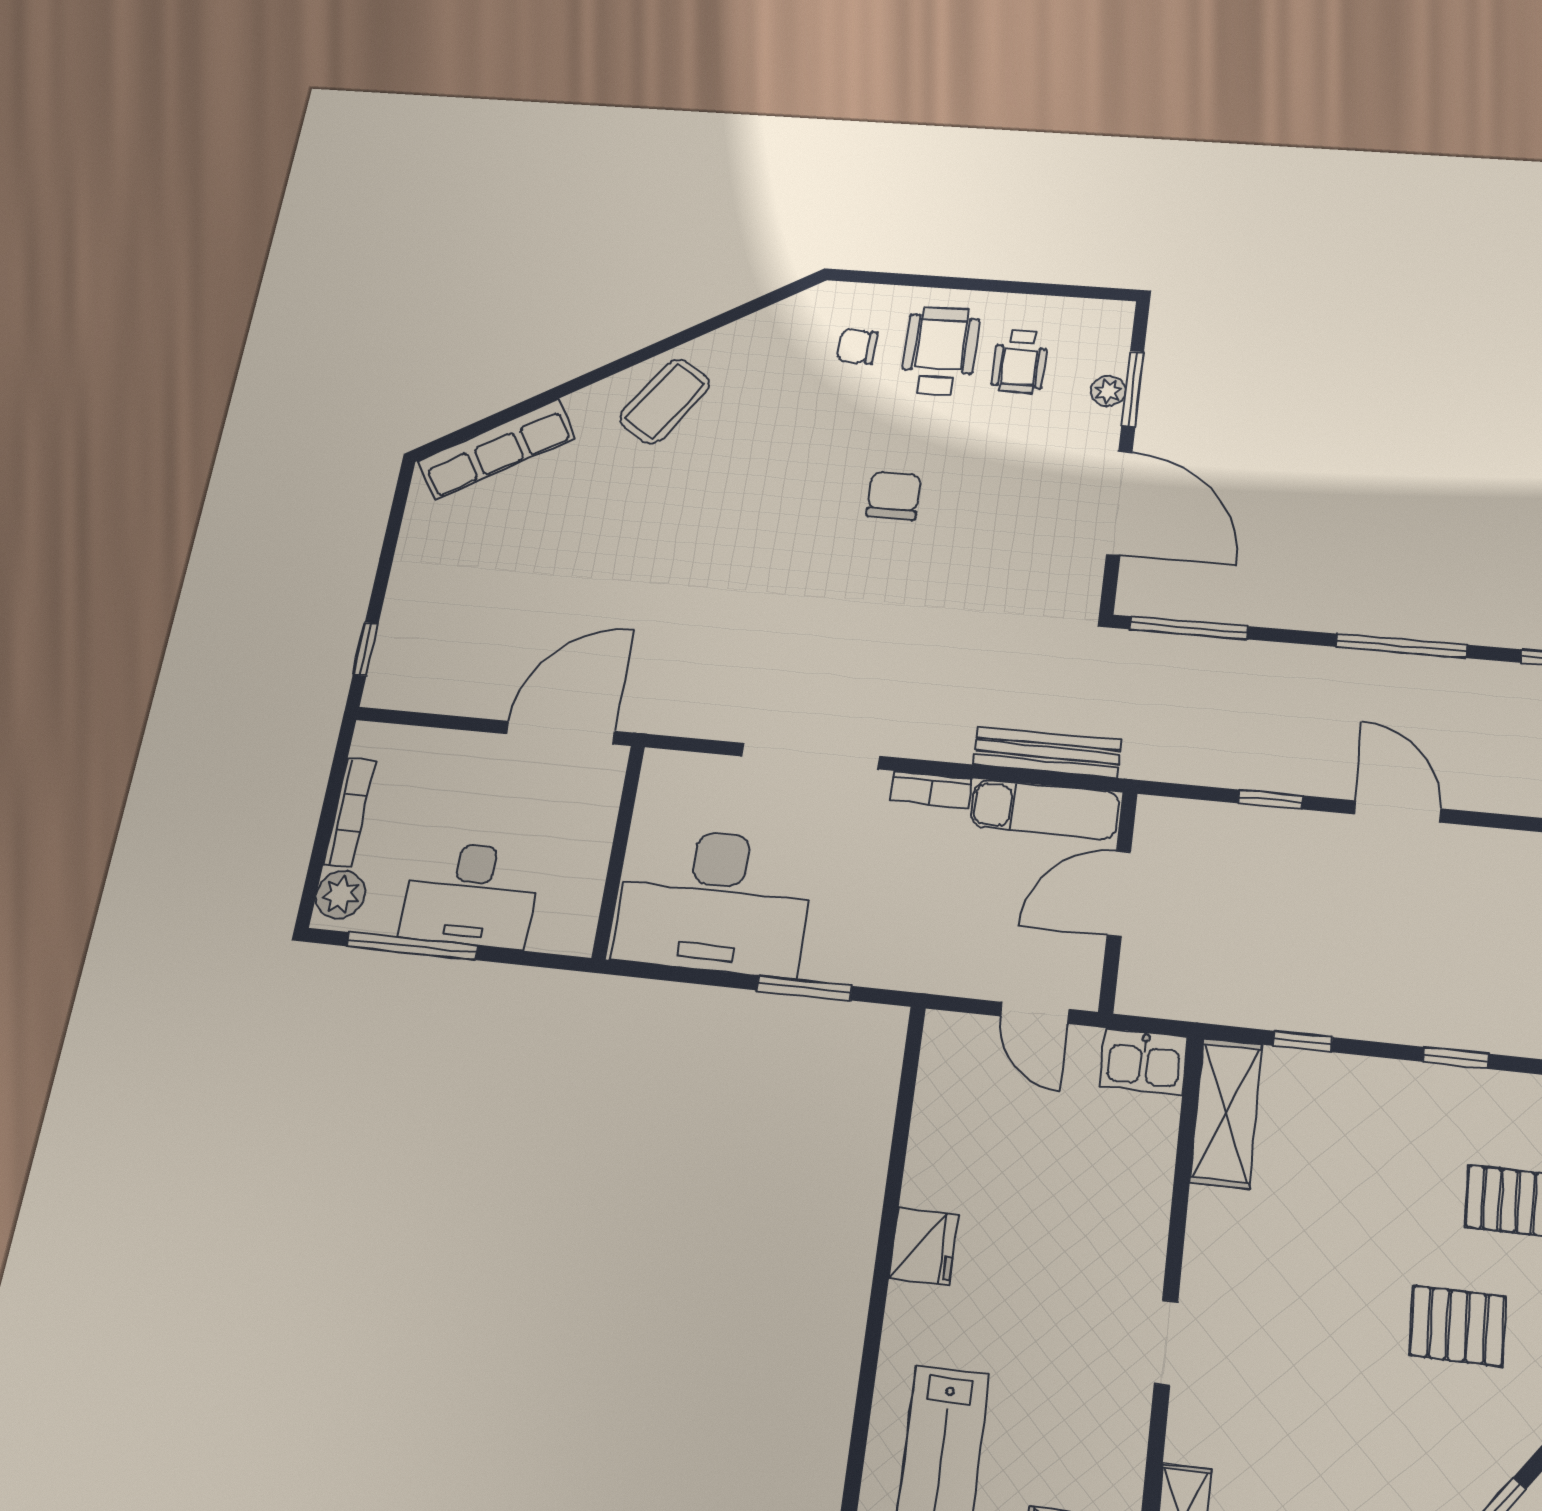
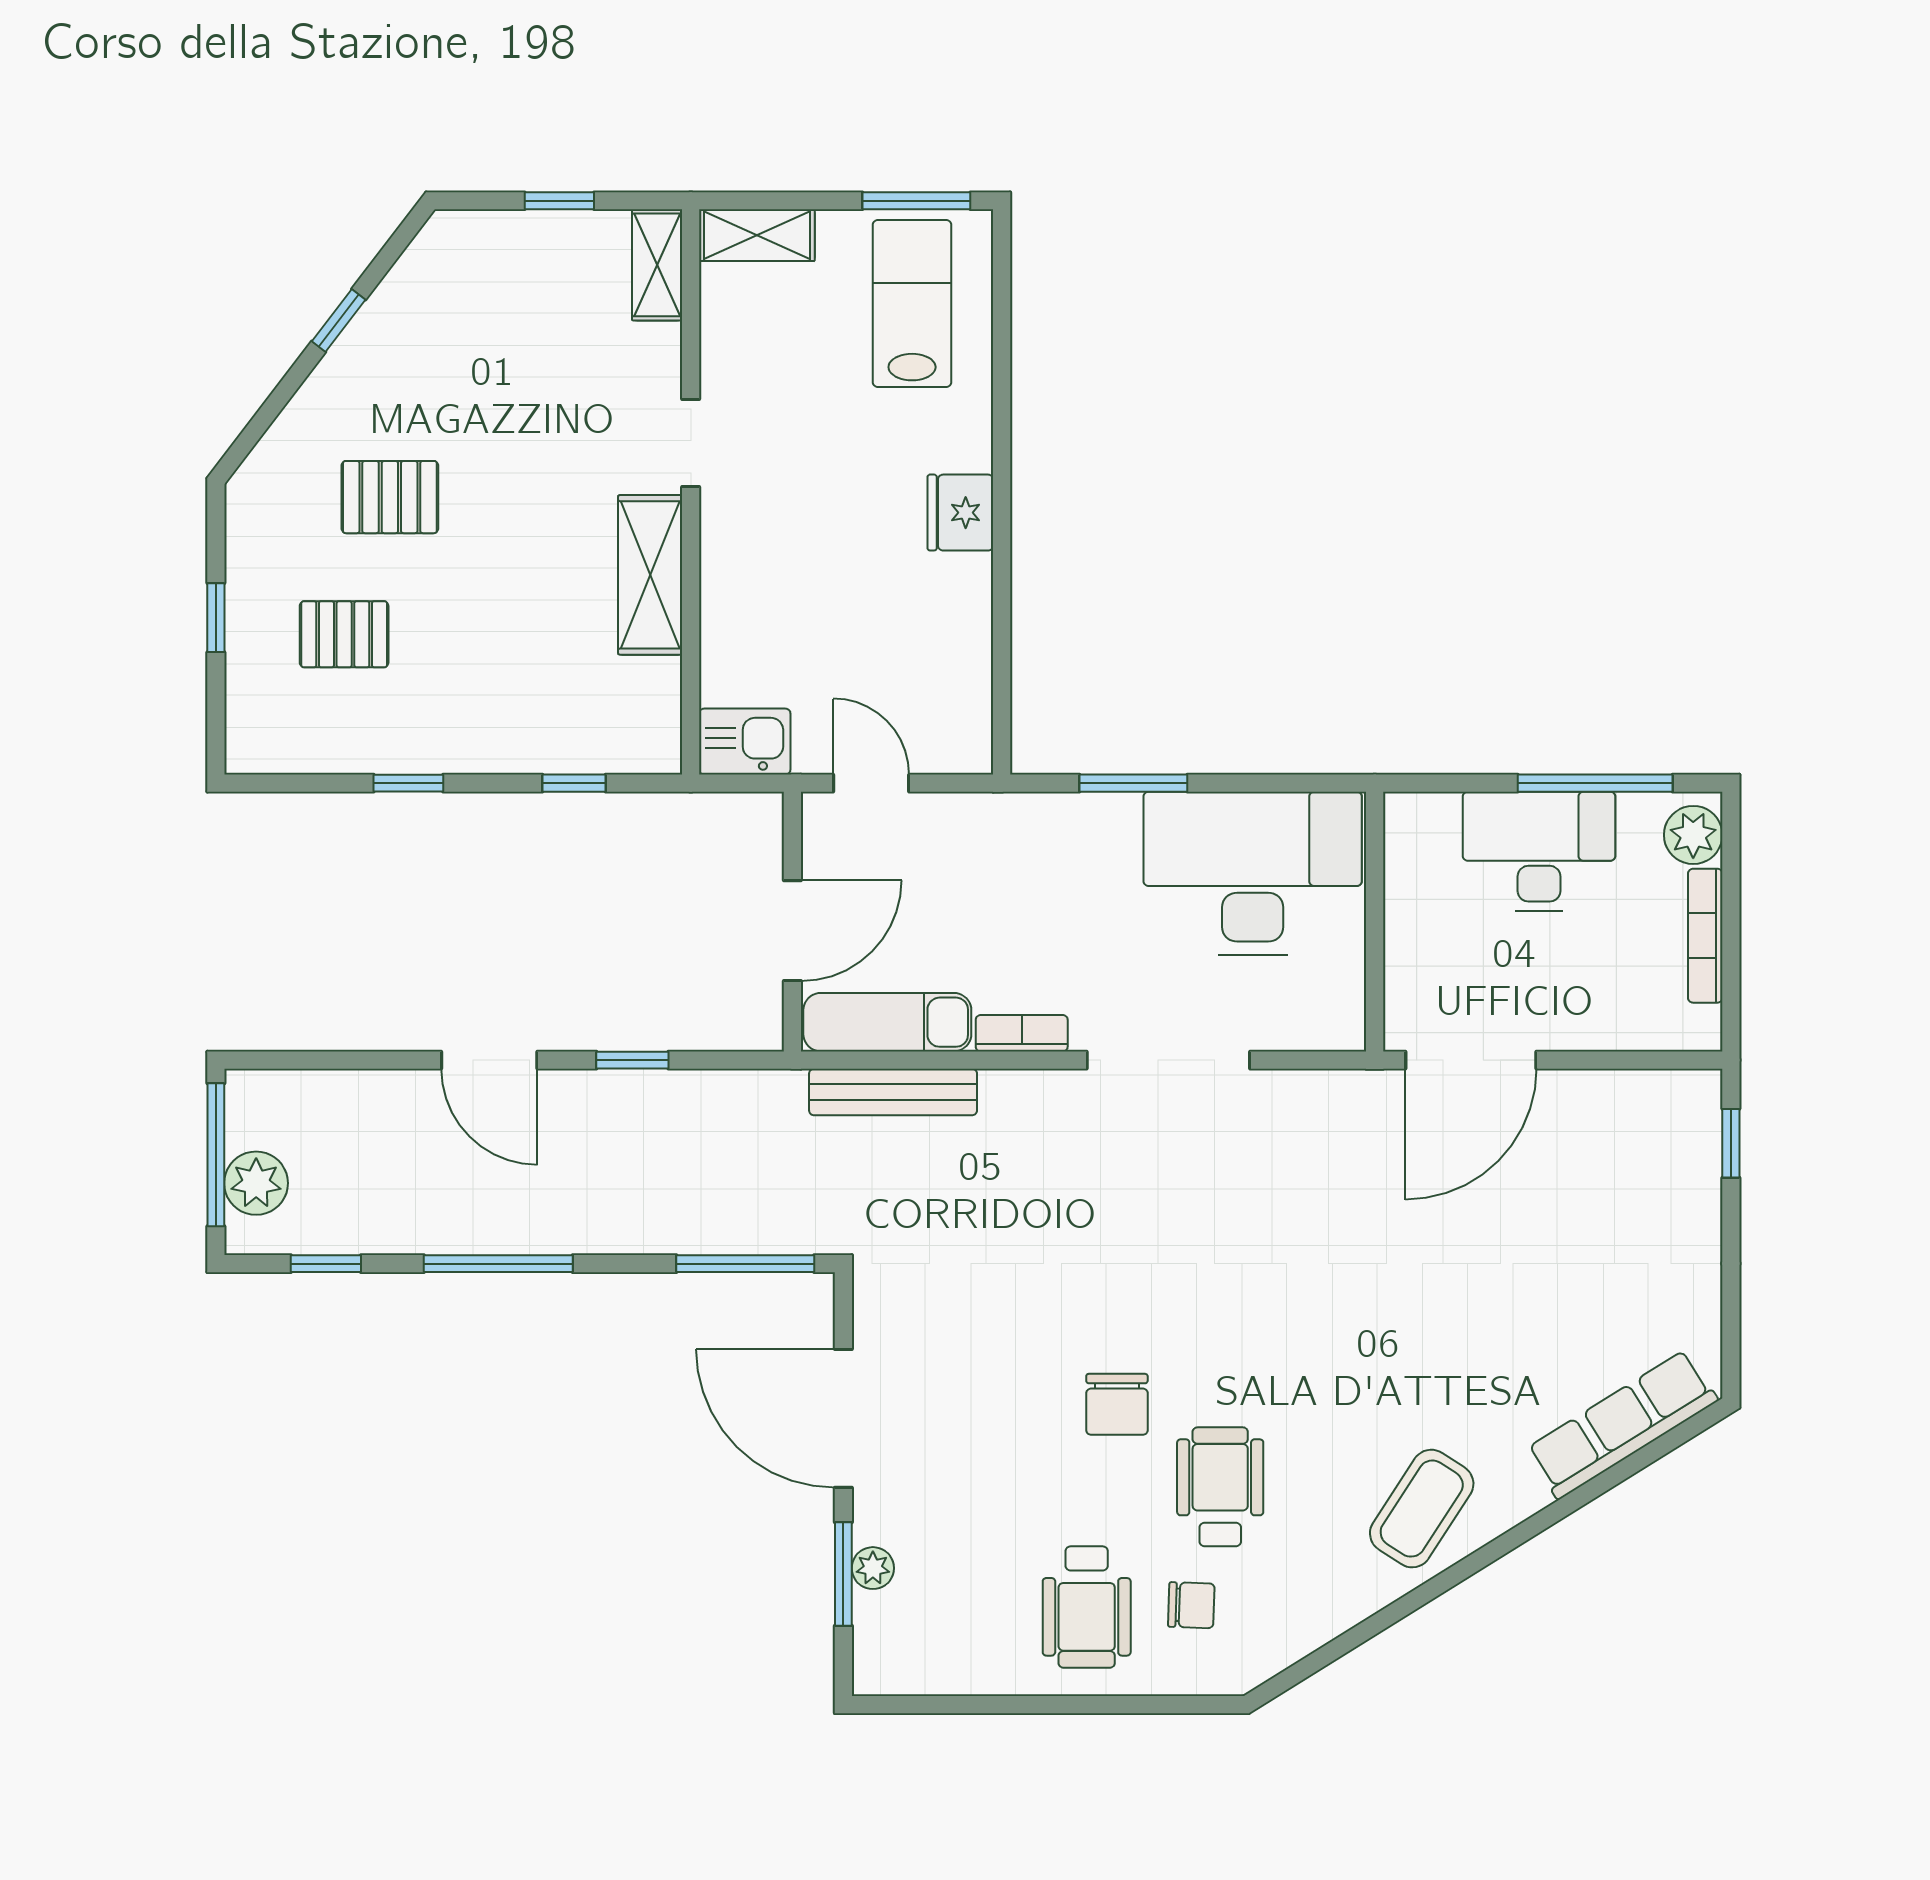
wheelchair: (1020, 362) -> (1220, 1487), moved, width x1.36, depth x1.37
shelving: (1226, 1113) -> (650, 575), moved

